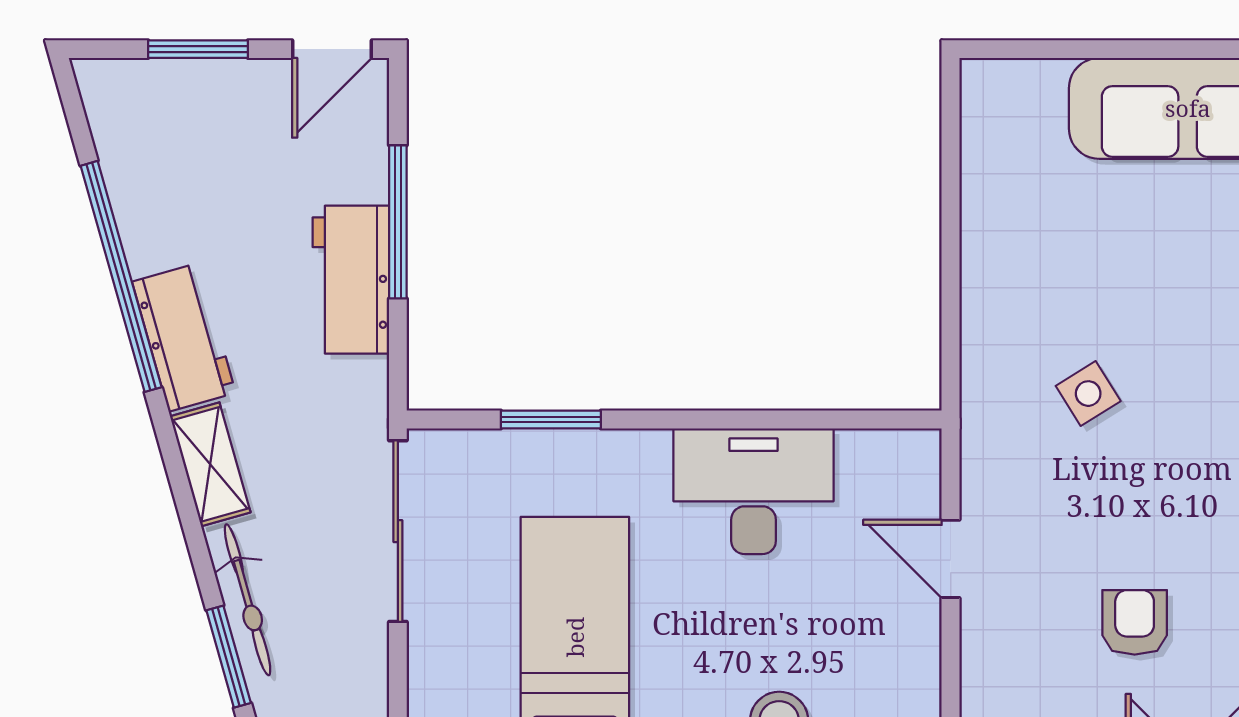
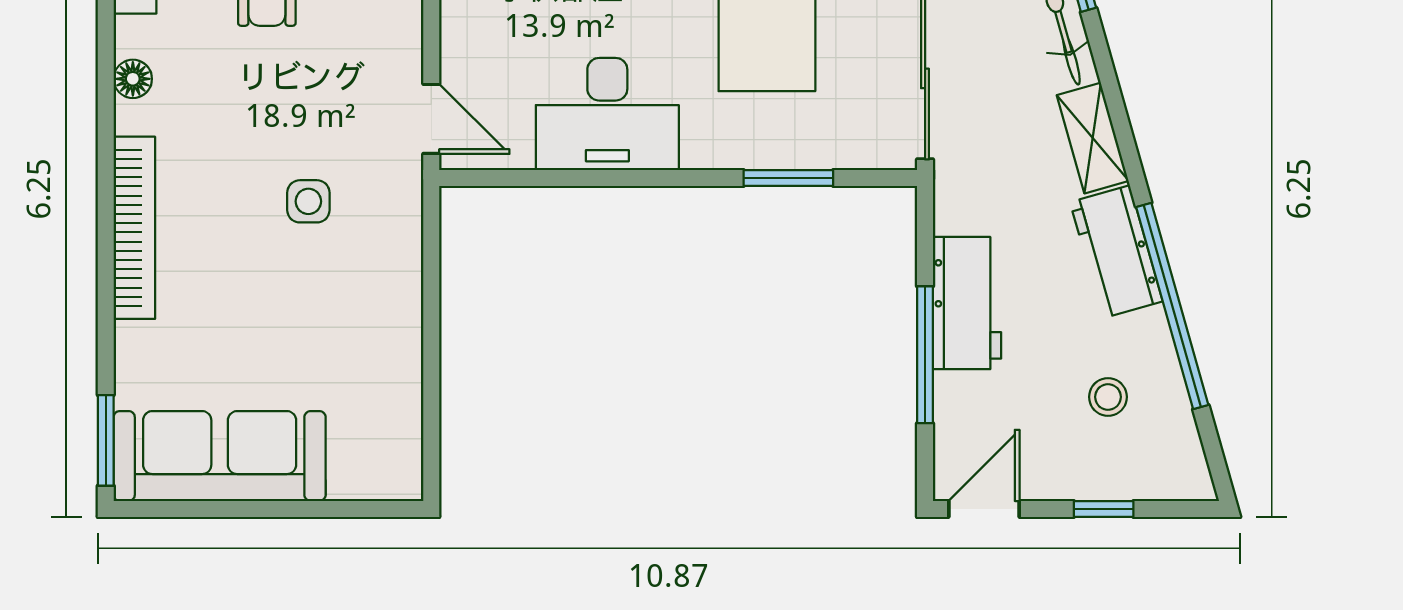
window: (198, 49) -> (1104, 509), width x0.67
stool: (193, 175) -> (1108, 397), added
side table: (1088, 394) -> (308, 201), turned 32
door: (951, 559) -> (431, 119), moved

